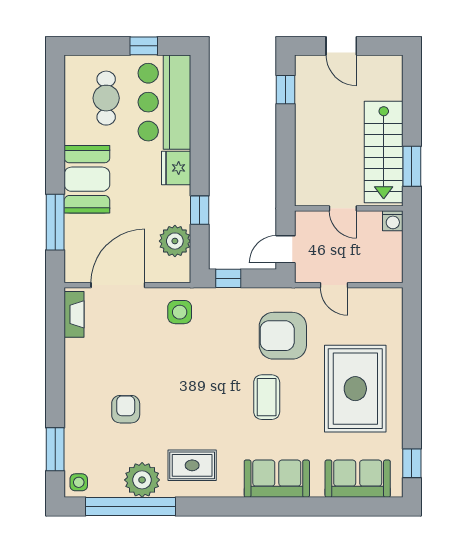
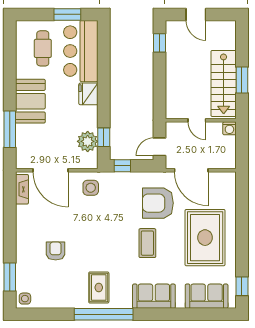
window: (144, 46) -> (67, 14), width x1.50
window: (412, 166) -> (242, 80), moved
window: (200, 210) -> (104, 137), moved
door: (118, 285) -> (50, 170), swing flipped
door: (334, 285) -> (191, 170), width x1.87
rug: (192, 465) -> (99, 288), turned 90
plant: (142, 480) -> (66, 297), removed
window: (130, 507) -> (104, 314), moved

